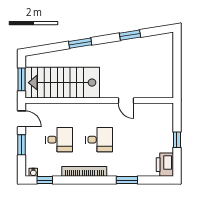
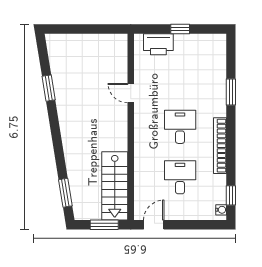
window: (80, 43) -> (65, 193), moved
stairs: (62, 83) -> (115, 186), width x0.73, depth x0.66
door: (126, 100) -> (131, 93), swing flipped
window: (21, 145) -> (186, 225), removed
printer: (165, 165) -> (158, 44), moved

